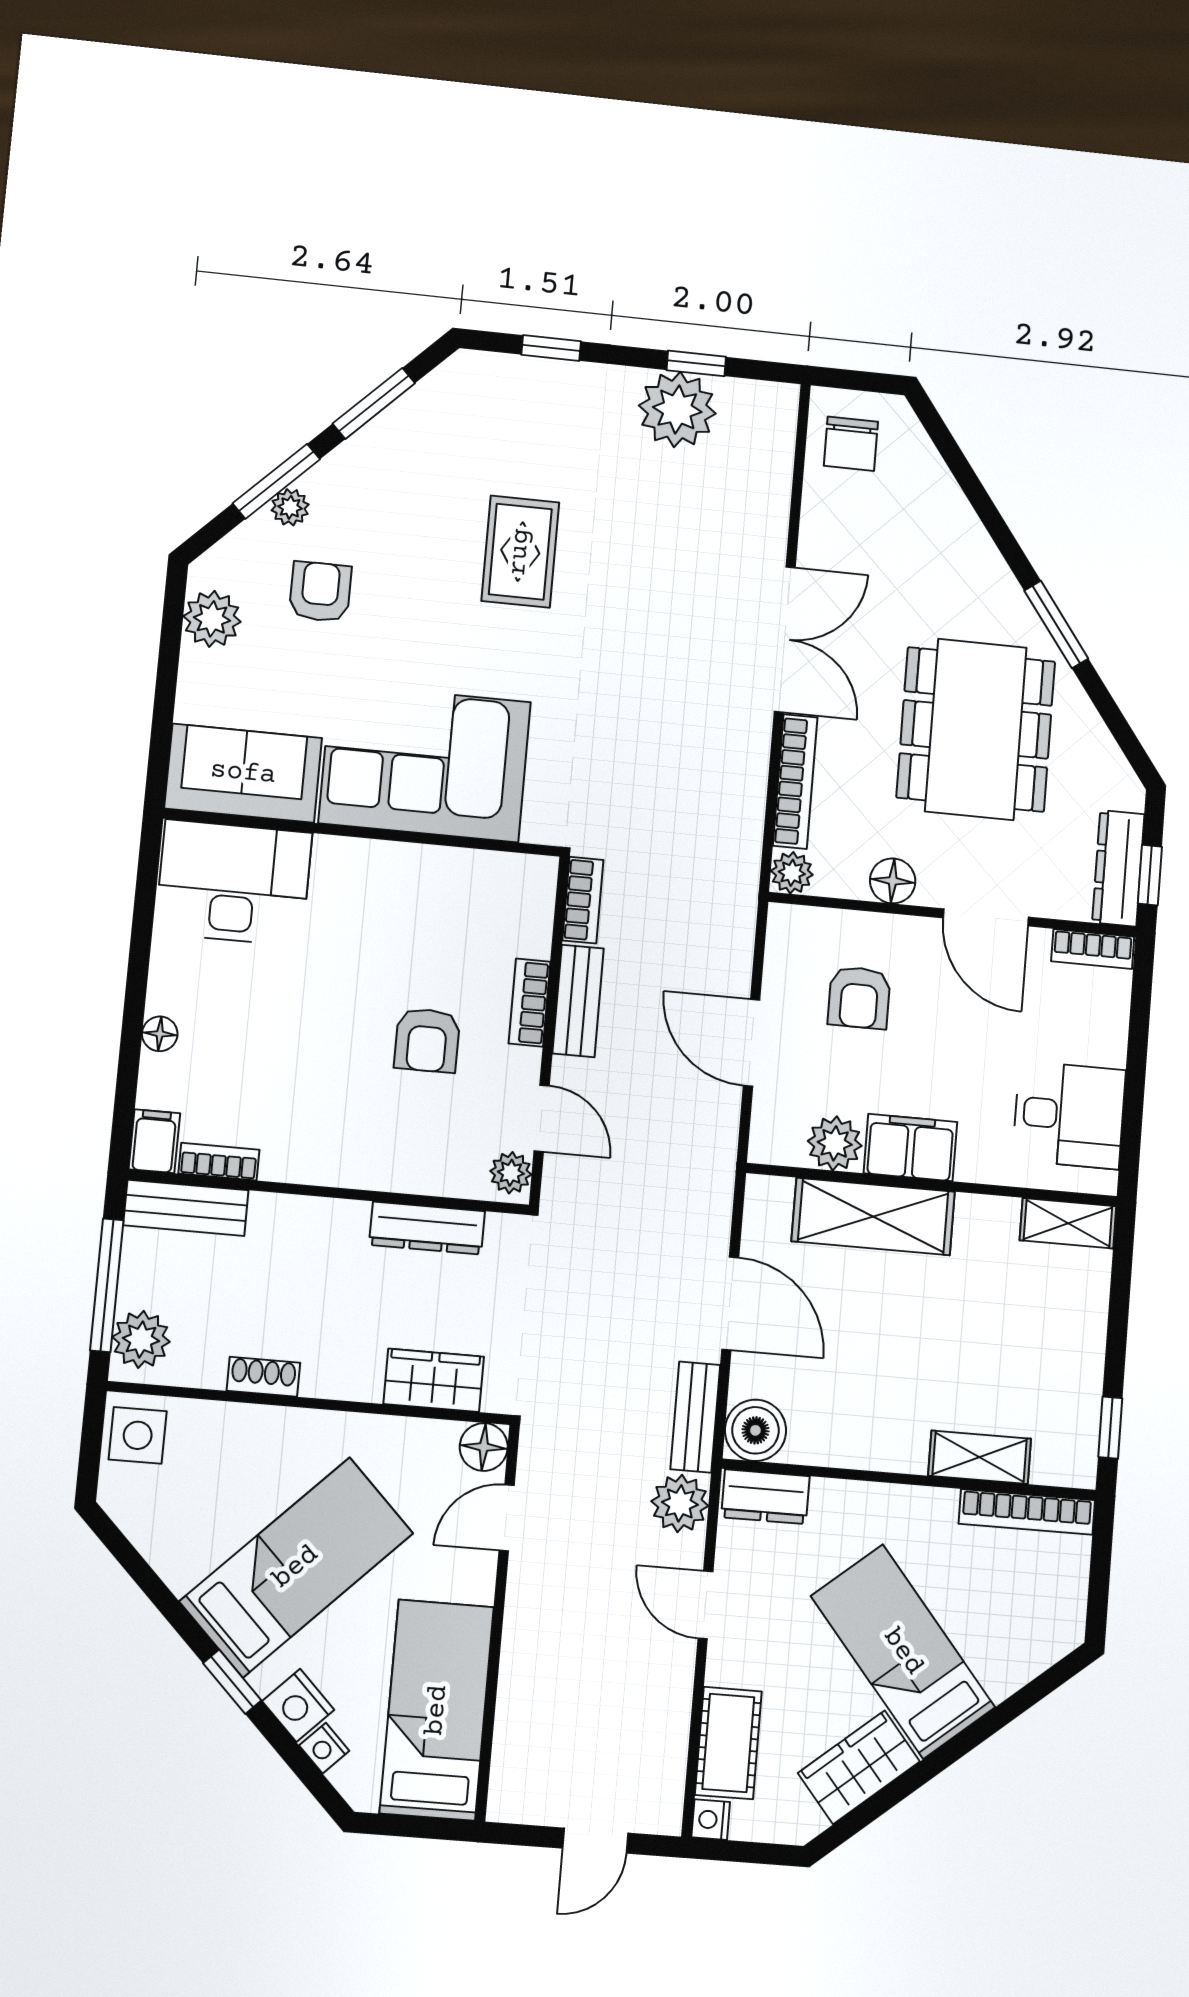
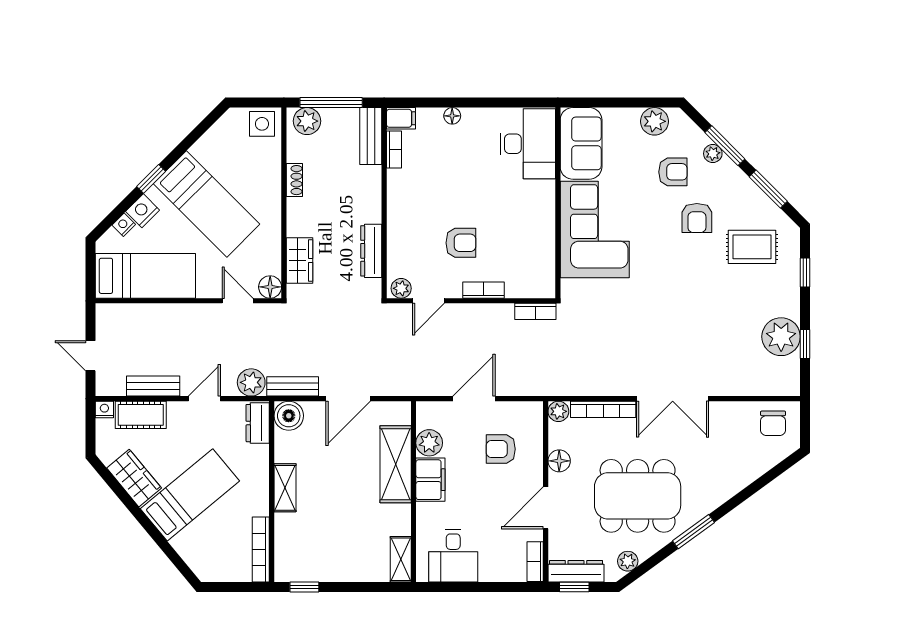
chair: (851, 444) -> (773, 423), turned -90
rug: (520, 552) -> (752, 247), moved
armchair: (420, 553) -> (697, 218), added
plant: (1106, 762) -> (628, 561), added
bench: (578, 1001) -> (153, 386), moved
armchair: (427, 1040) -> (461, 243), turned 180
shelving: (980, 1457) -> (285, 488), moved

